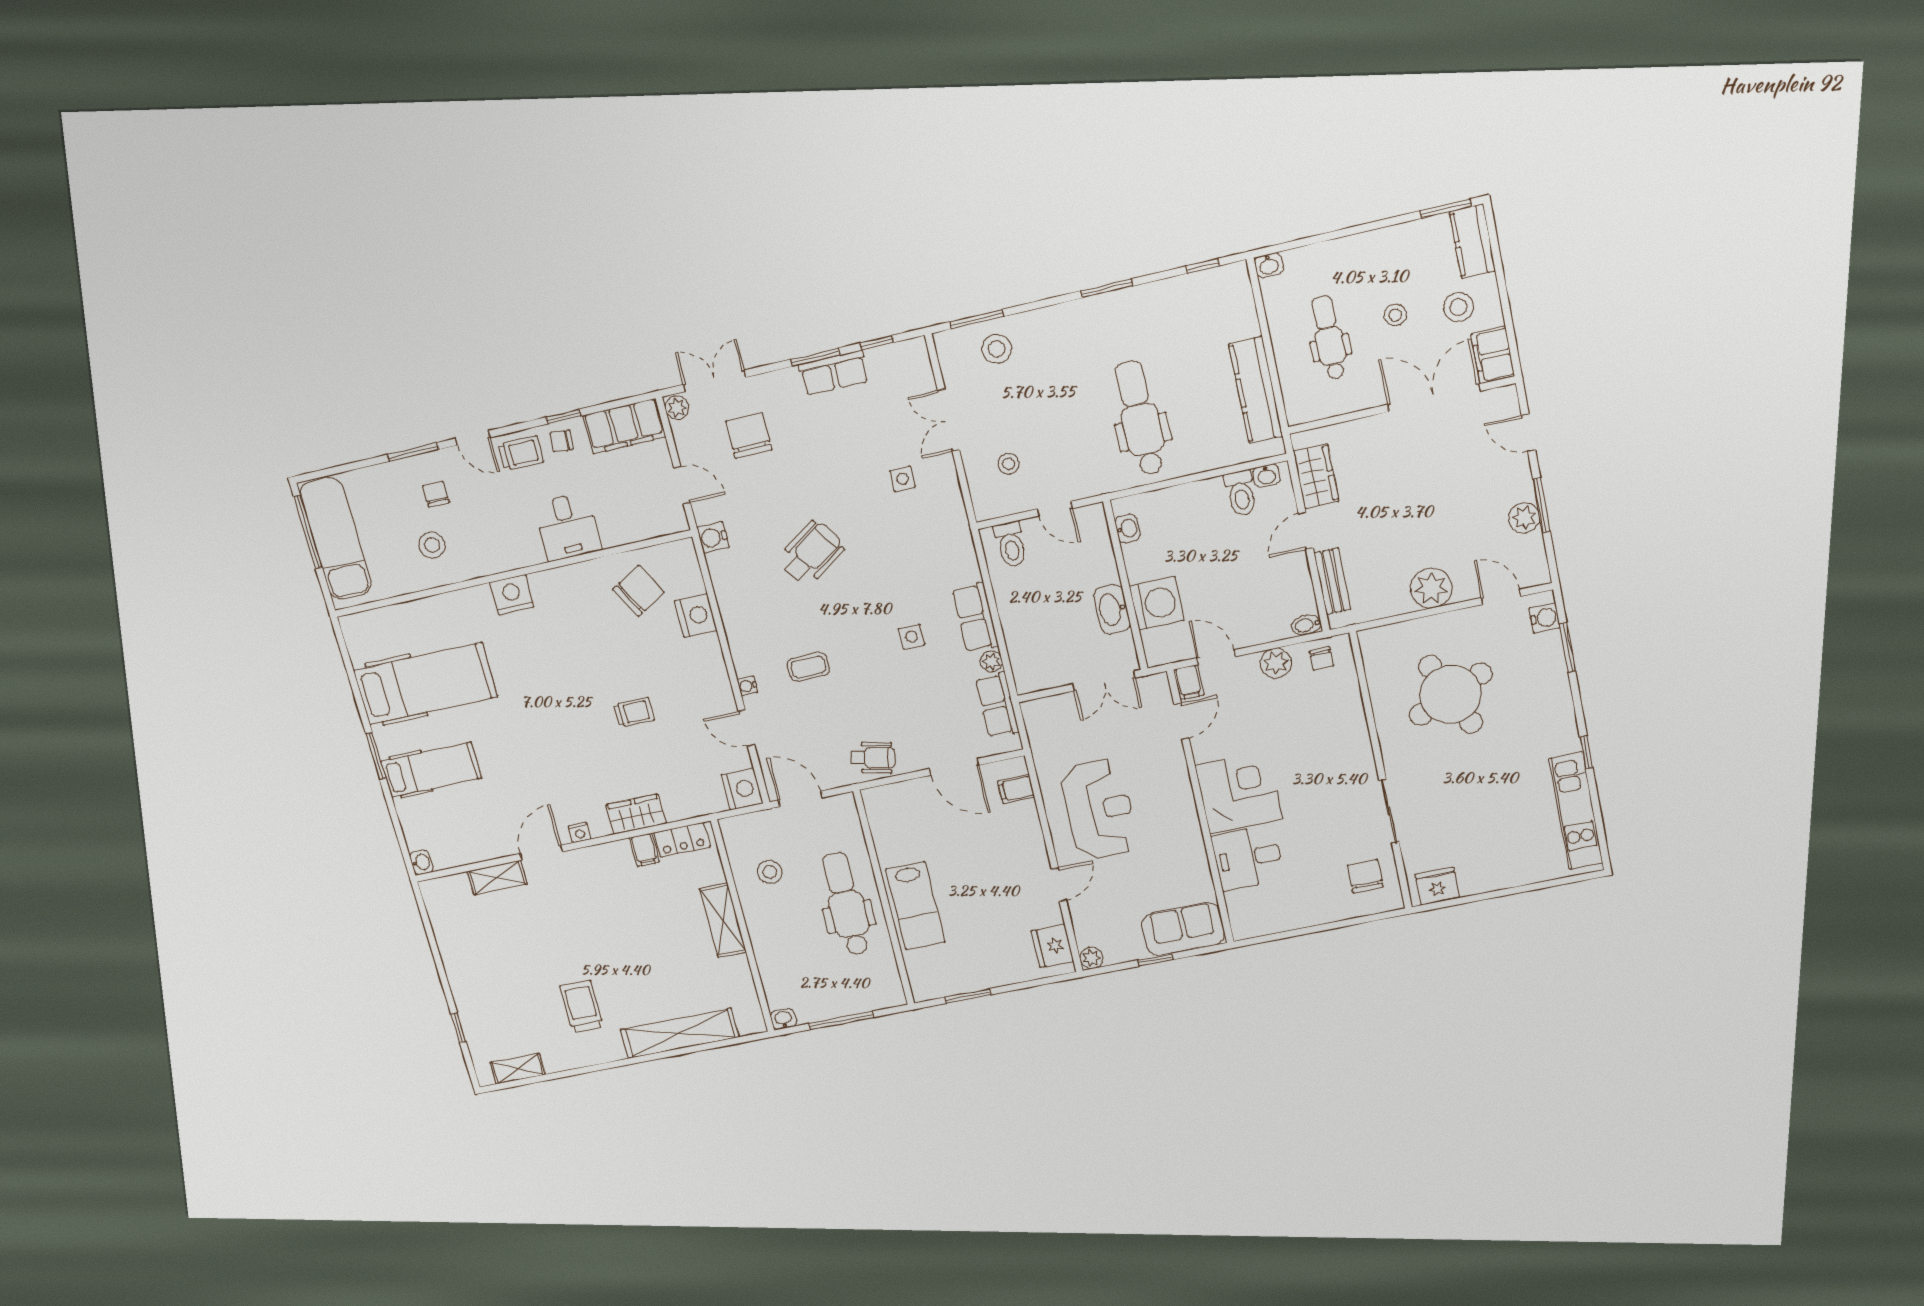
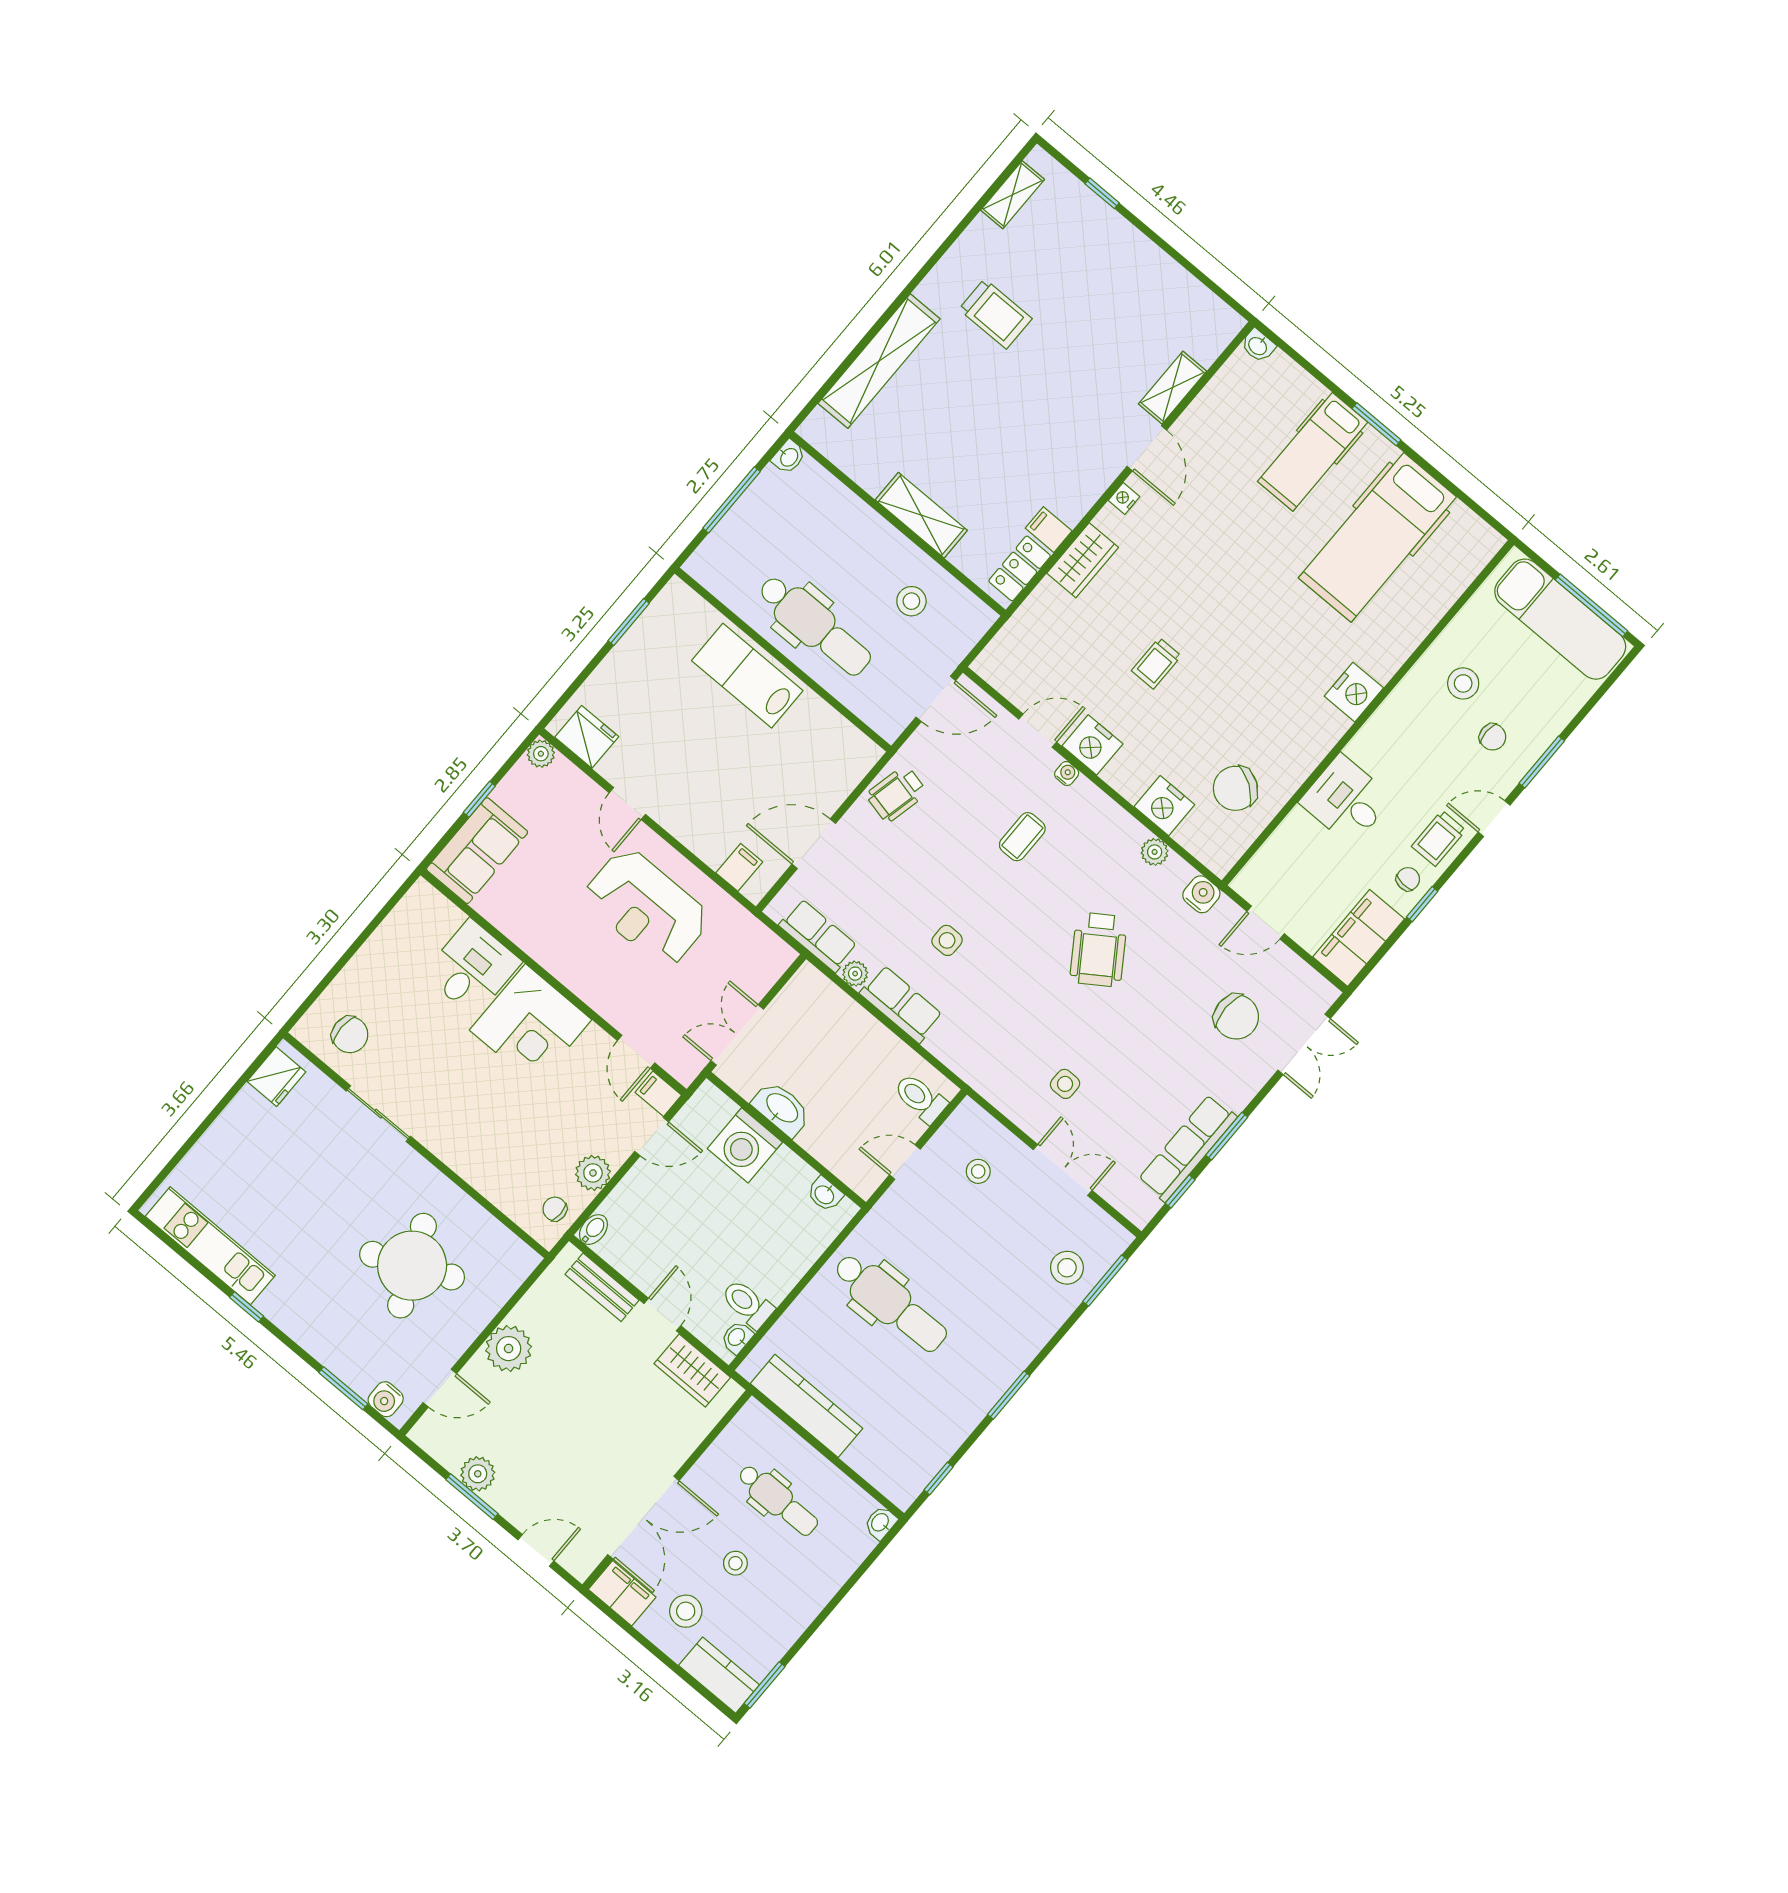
row of seats: (834, 373) -> (1188, 1148), width x1.48
plant: (677, 408) -> (1155, 852), moved
chair: (639, 591) -> (1235, 788), turned 63
nightstand: (742, 789) -> (1092, 745), moved

